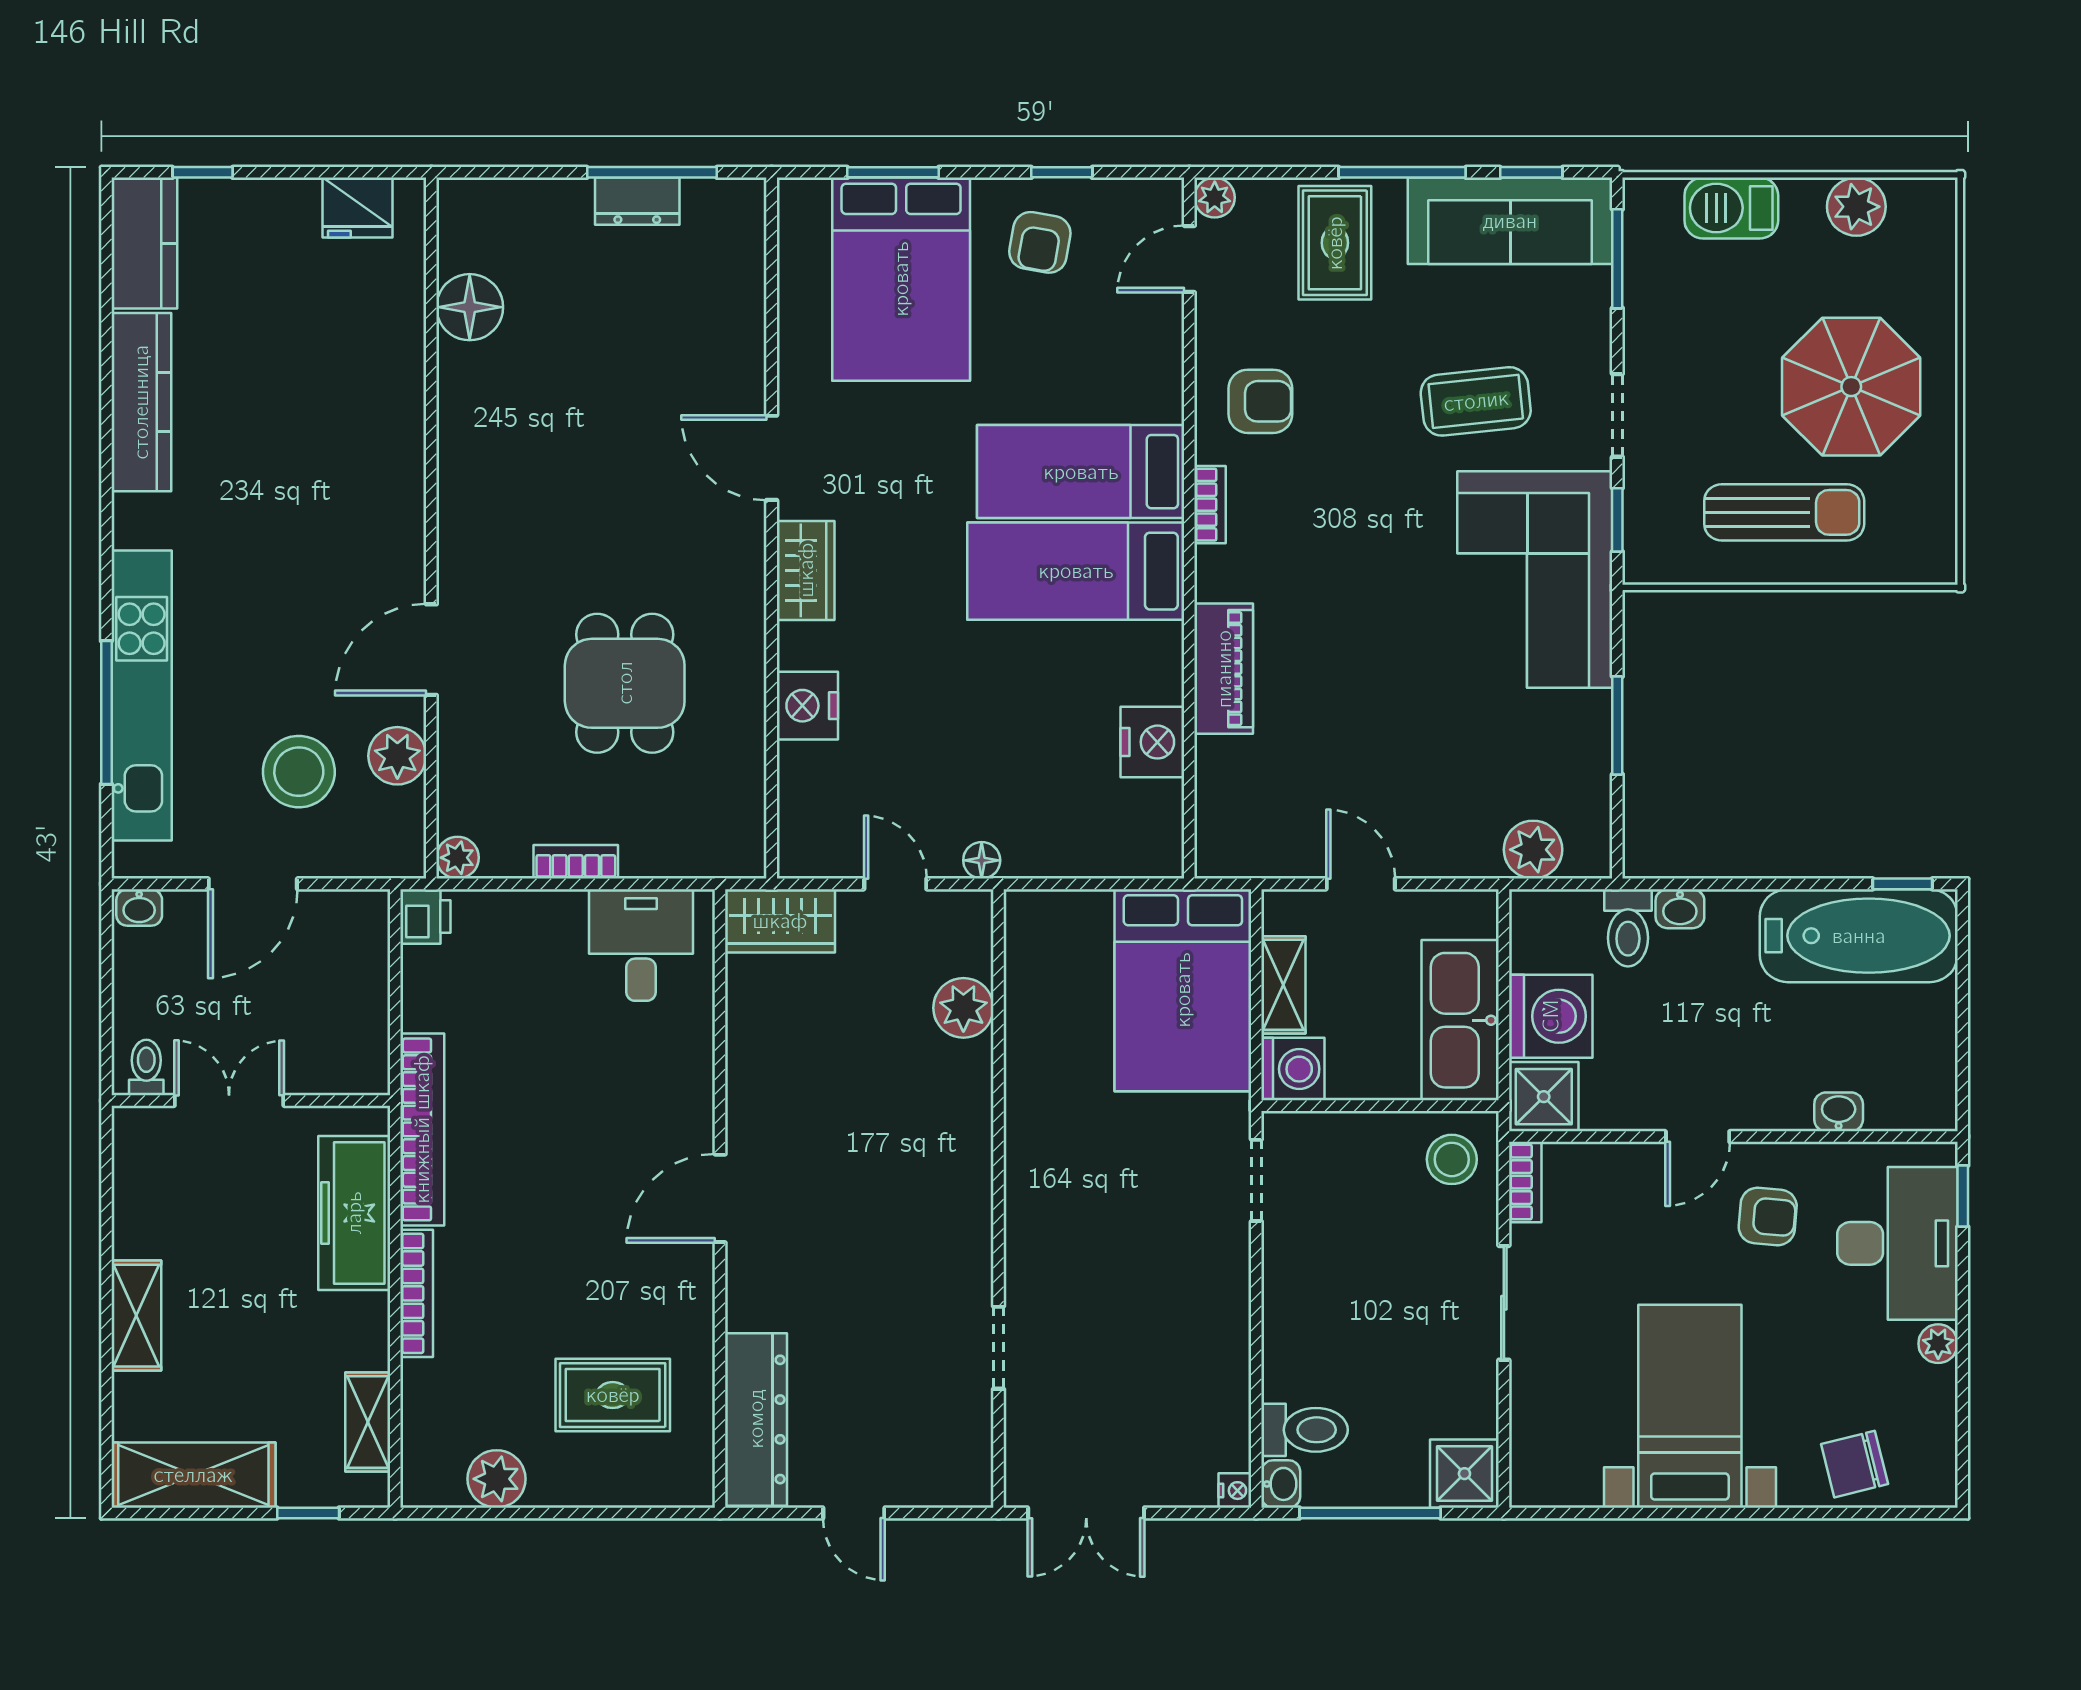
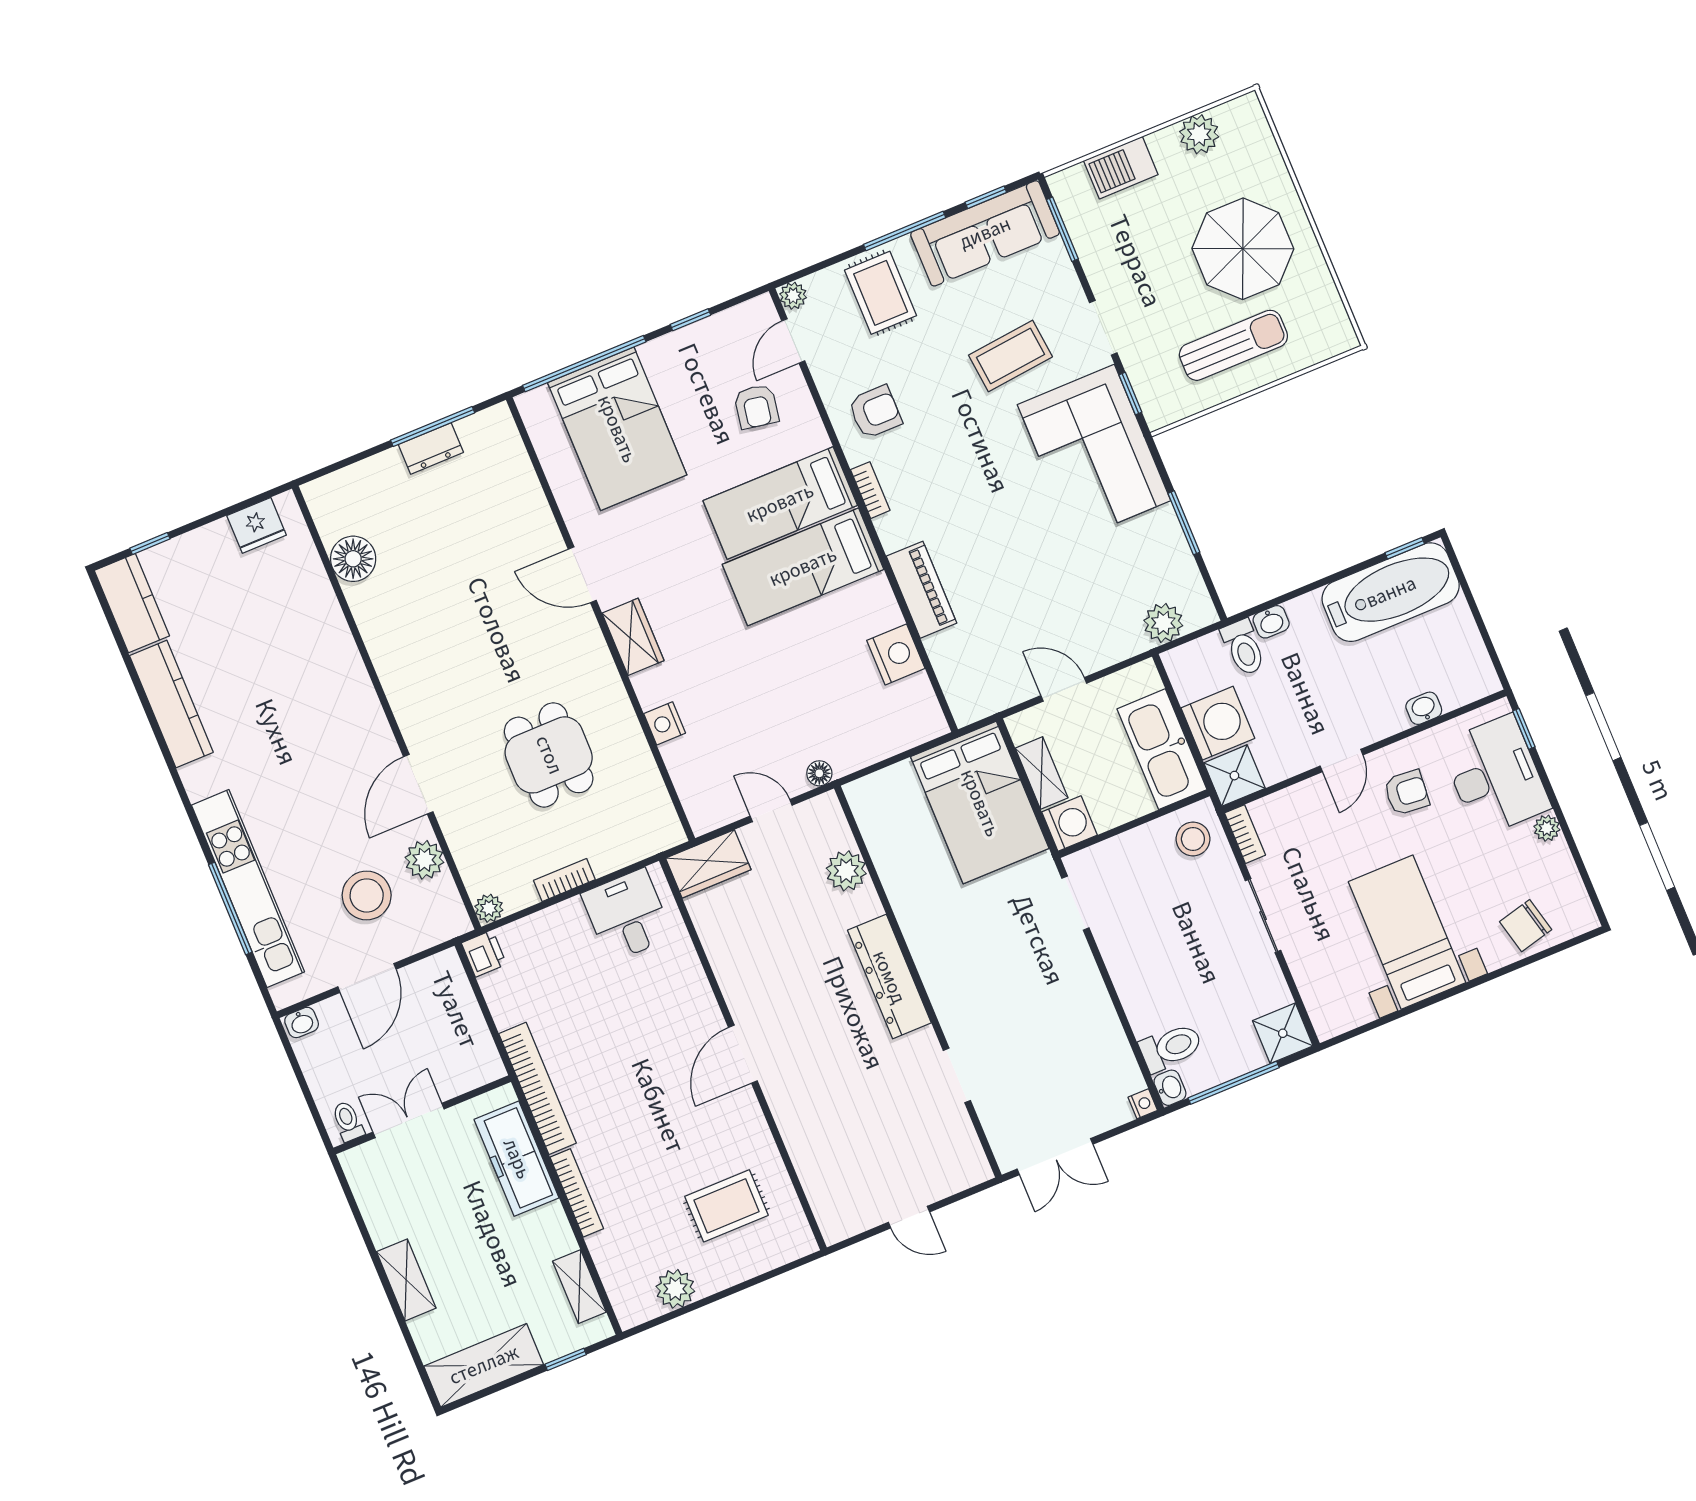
window: (893, 172) -> (584, 364), width x2.11
armchair: (1040, 242) -> (756, 407), moved
nightstand: (807, 706) -> (665, 723), width x0.74, depth x0.75
dresser: (756, 1419) -> (889, 977), moved, turned 180

